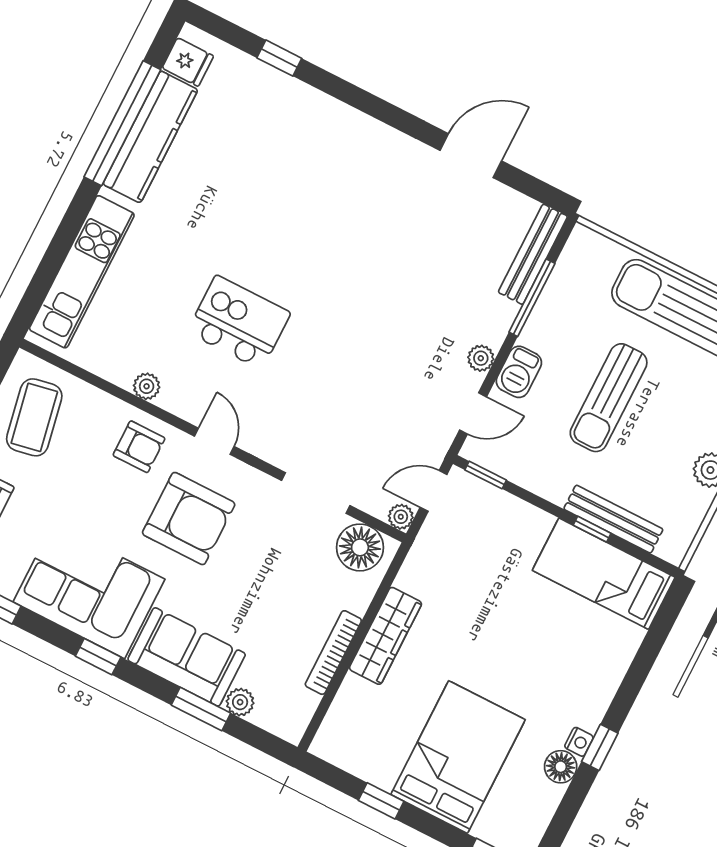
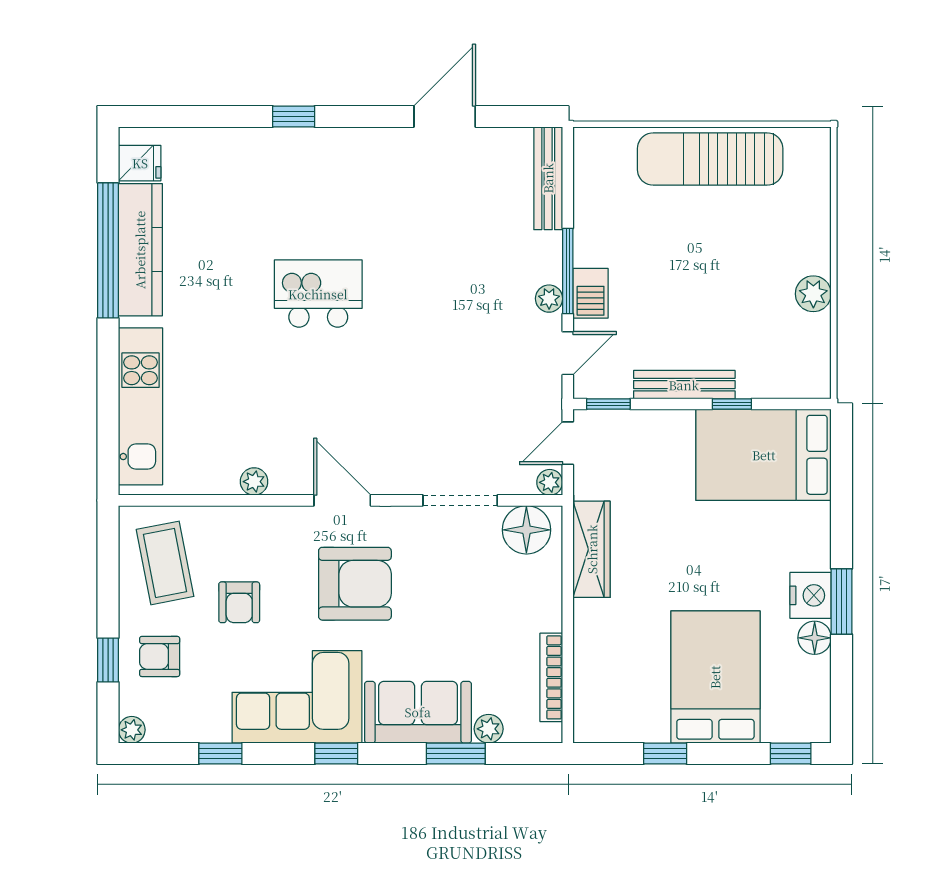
window: (279, 58) -> (294, 116), moved
window: (532, 298) -> (568, 271), moved
kitchen island: (239, 322) -> (318, 294), moved
sun lounger: (609, 398) -> (685, 275), removed
door: (214, 441) -> (342, 500), width x1.38
armchair: (139, 447) -> (239, 602), moved, turned 90
bench: (613, 519) -> (684, 385), moved
bed: (604, 574) -> (764, 455), width x1.50
wardrobe: (385, 636) -> (592, 549), moved
bookcase: (333, 653) -> (551, 677), moved
nightstand: (579, 742) -> (811, 595), width x1.89, depth x1.79
window: (600, 747) -> (842, 601), width x1.50

